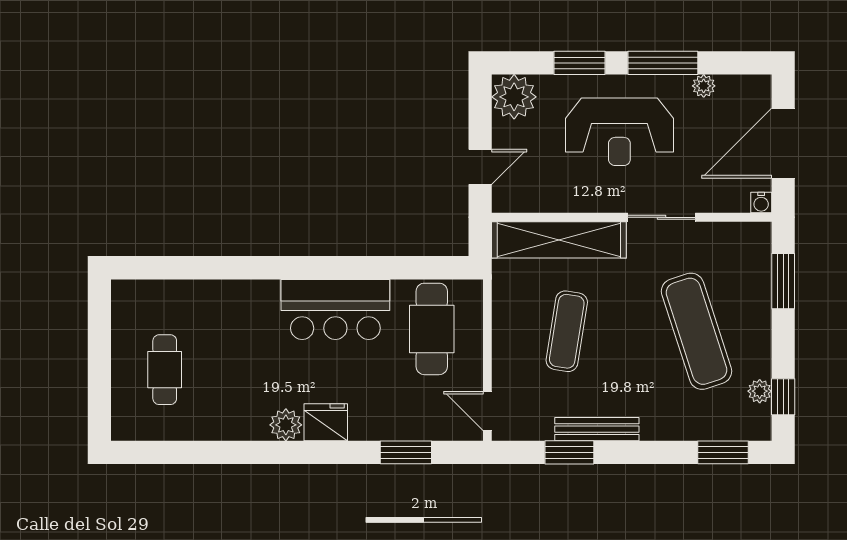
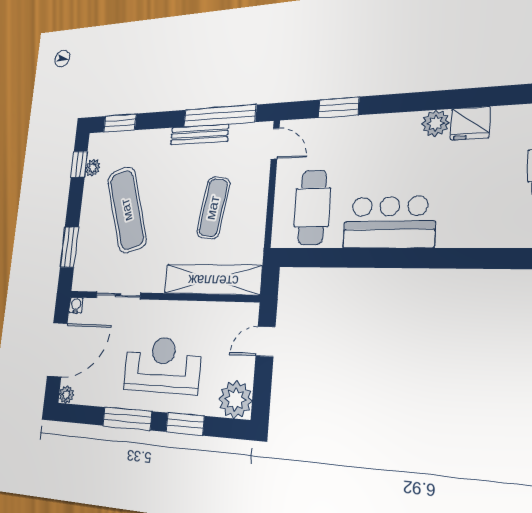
plant: (704, 86) -> (66, 395), moved
sliding door: (662, 217) -> (118, 295), moved
fridge: (326, 422) -> (470, 123), moved
window: (569, 452) -> (220, 116), width x2.11

